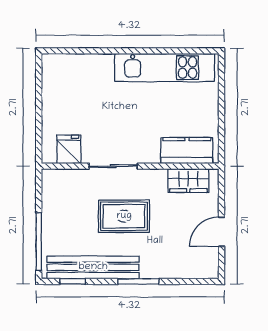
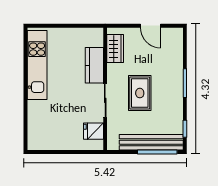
kitchen counter: (187, 151) -> (94, 65), moved
bench: (93, 267) -> (151, 142), moved, turned 90

